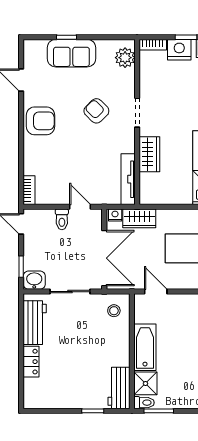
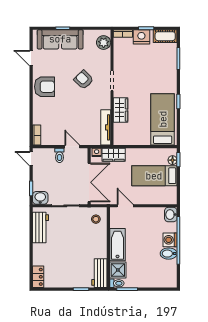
sofa: (71, 53) -> (60, 39), width x1.36
locker: (31, 362) -> (38, 277), moved

